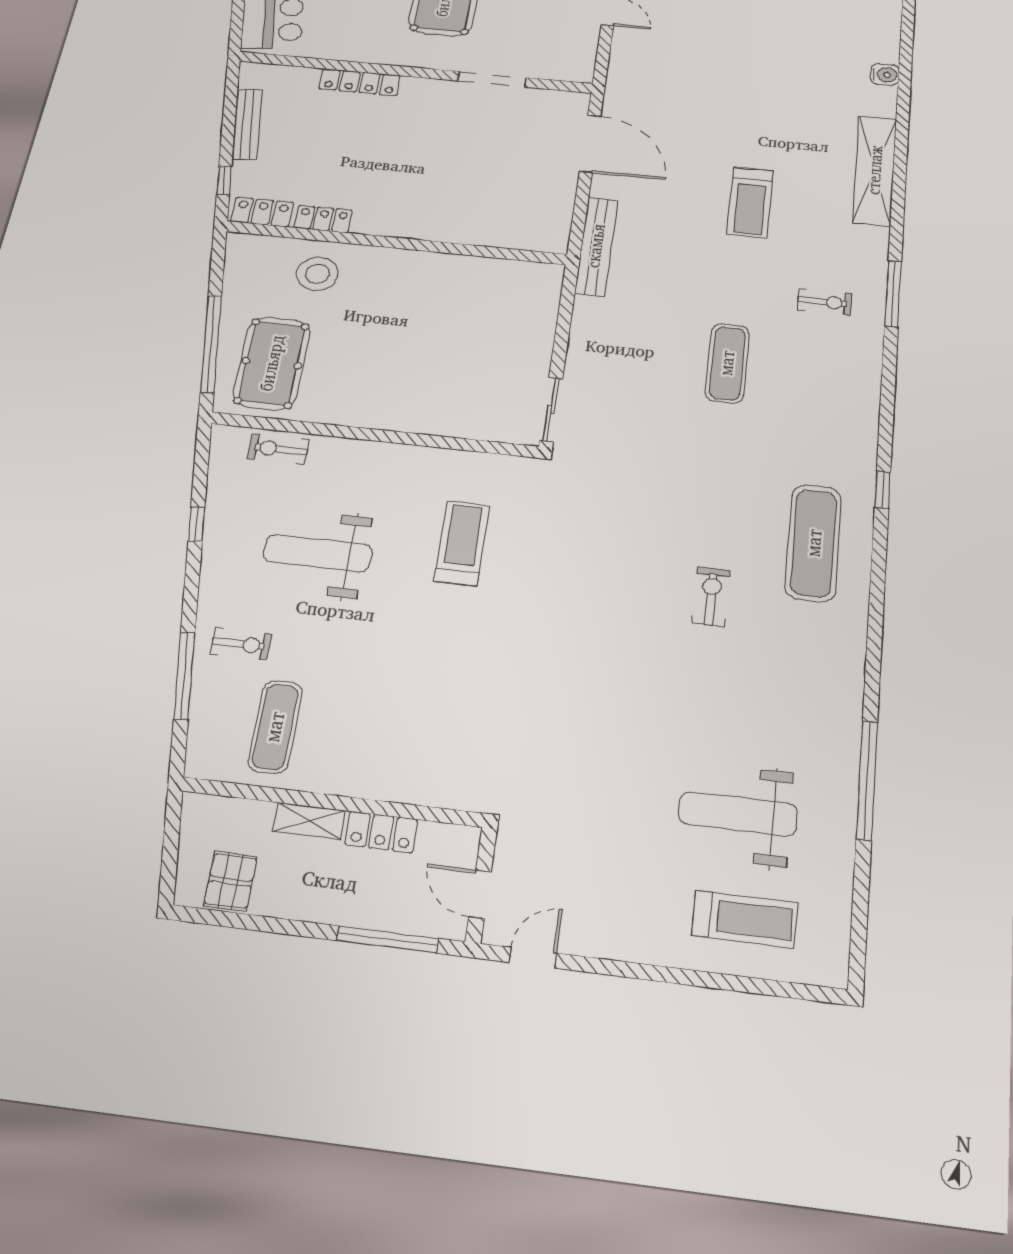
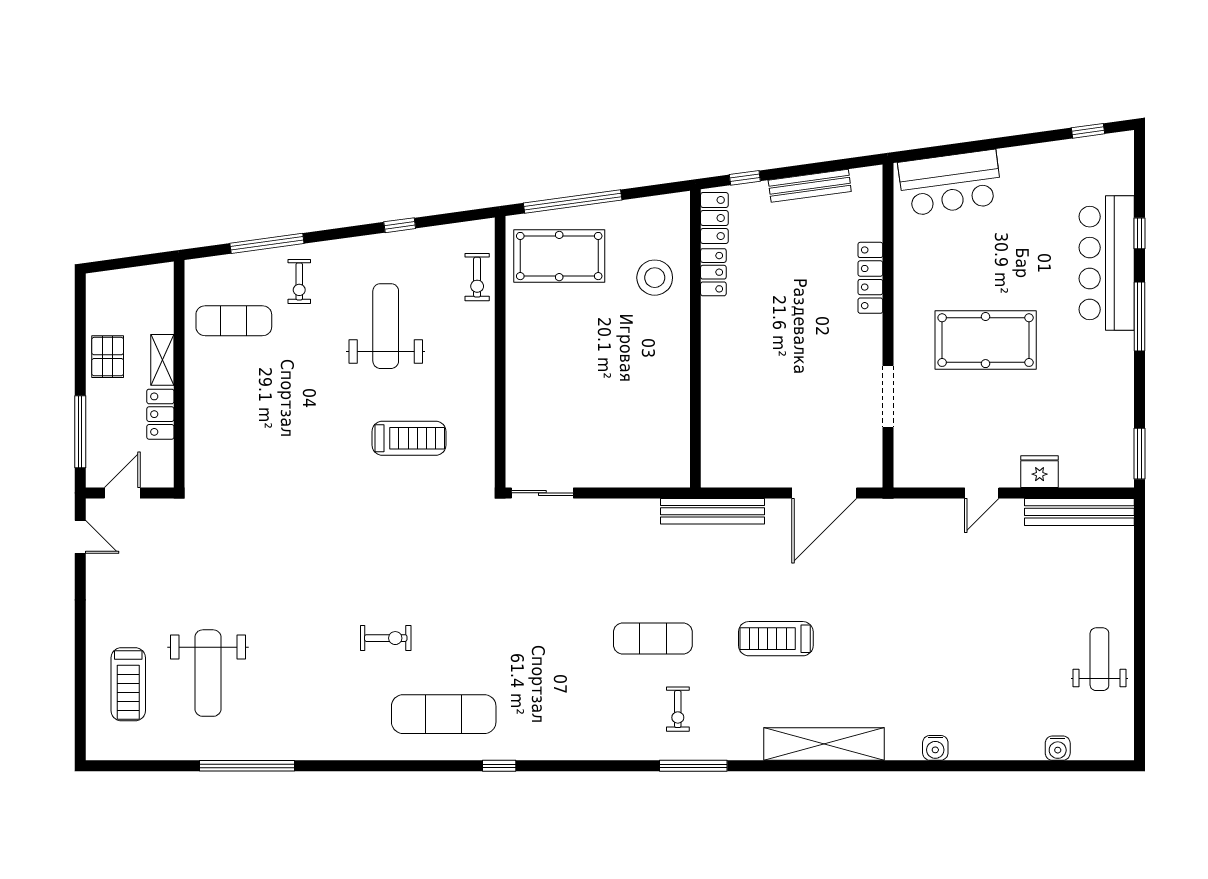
exercise mat: (727, 363) -> (653, 639), moved
exercise bike: (278, 449) -> (477, 277), turned 180
weight bench: (738, 814) -> (208, 673), turned 180
pallet: (231, 881) -> (108, 357), moved, turned 90

